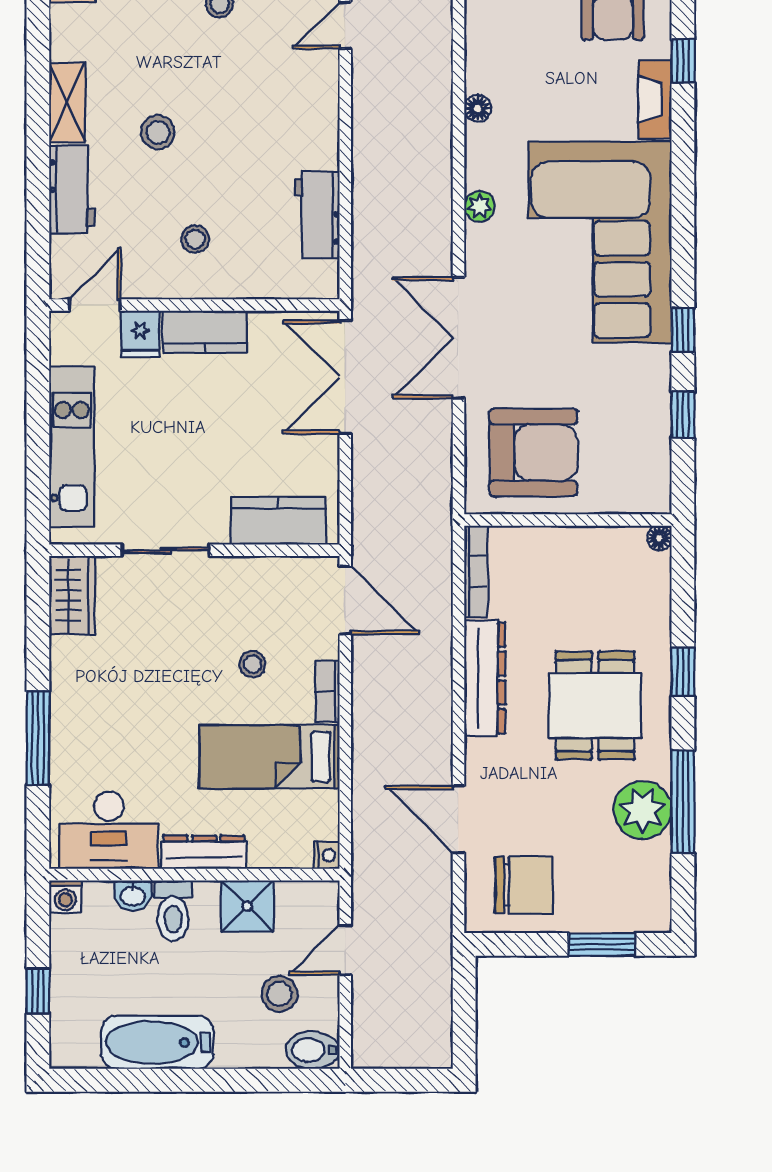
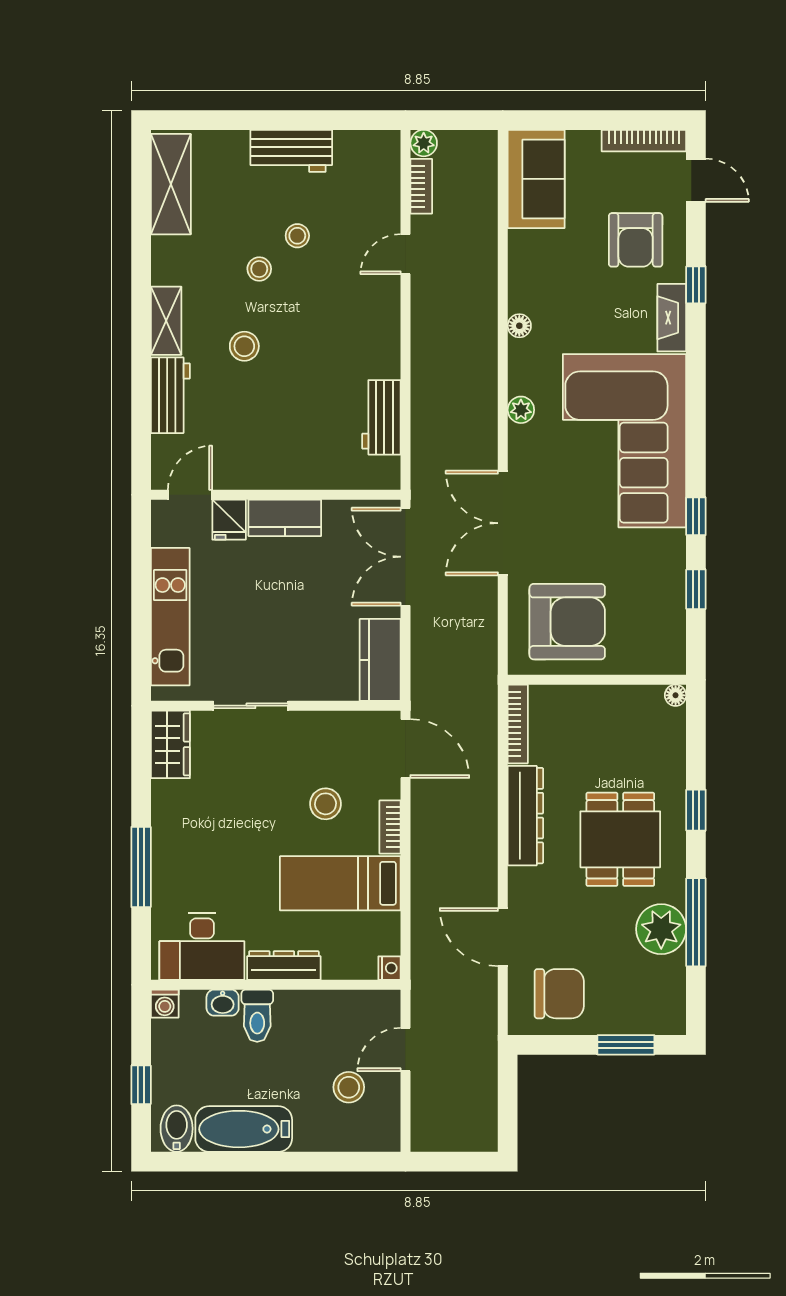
stool: (195, 239) -> (259, 269), moved
kitchen counter: (278, 521) -> (380, 660), moved, turned -90
stool: (252, 664) -> (325, 804), width x1.37, depth x1.37
shower: (247, 906) -> (321, 1012), removed
bidet: (313, 1050) -> (177, 1129), moved, turned 90

